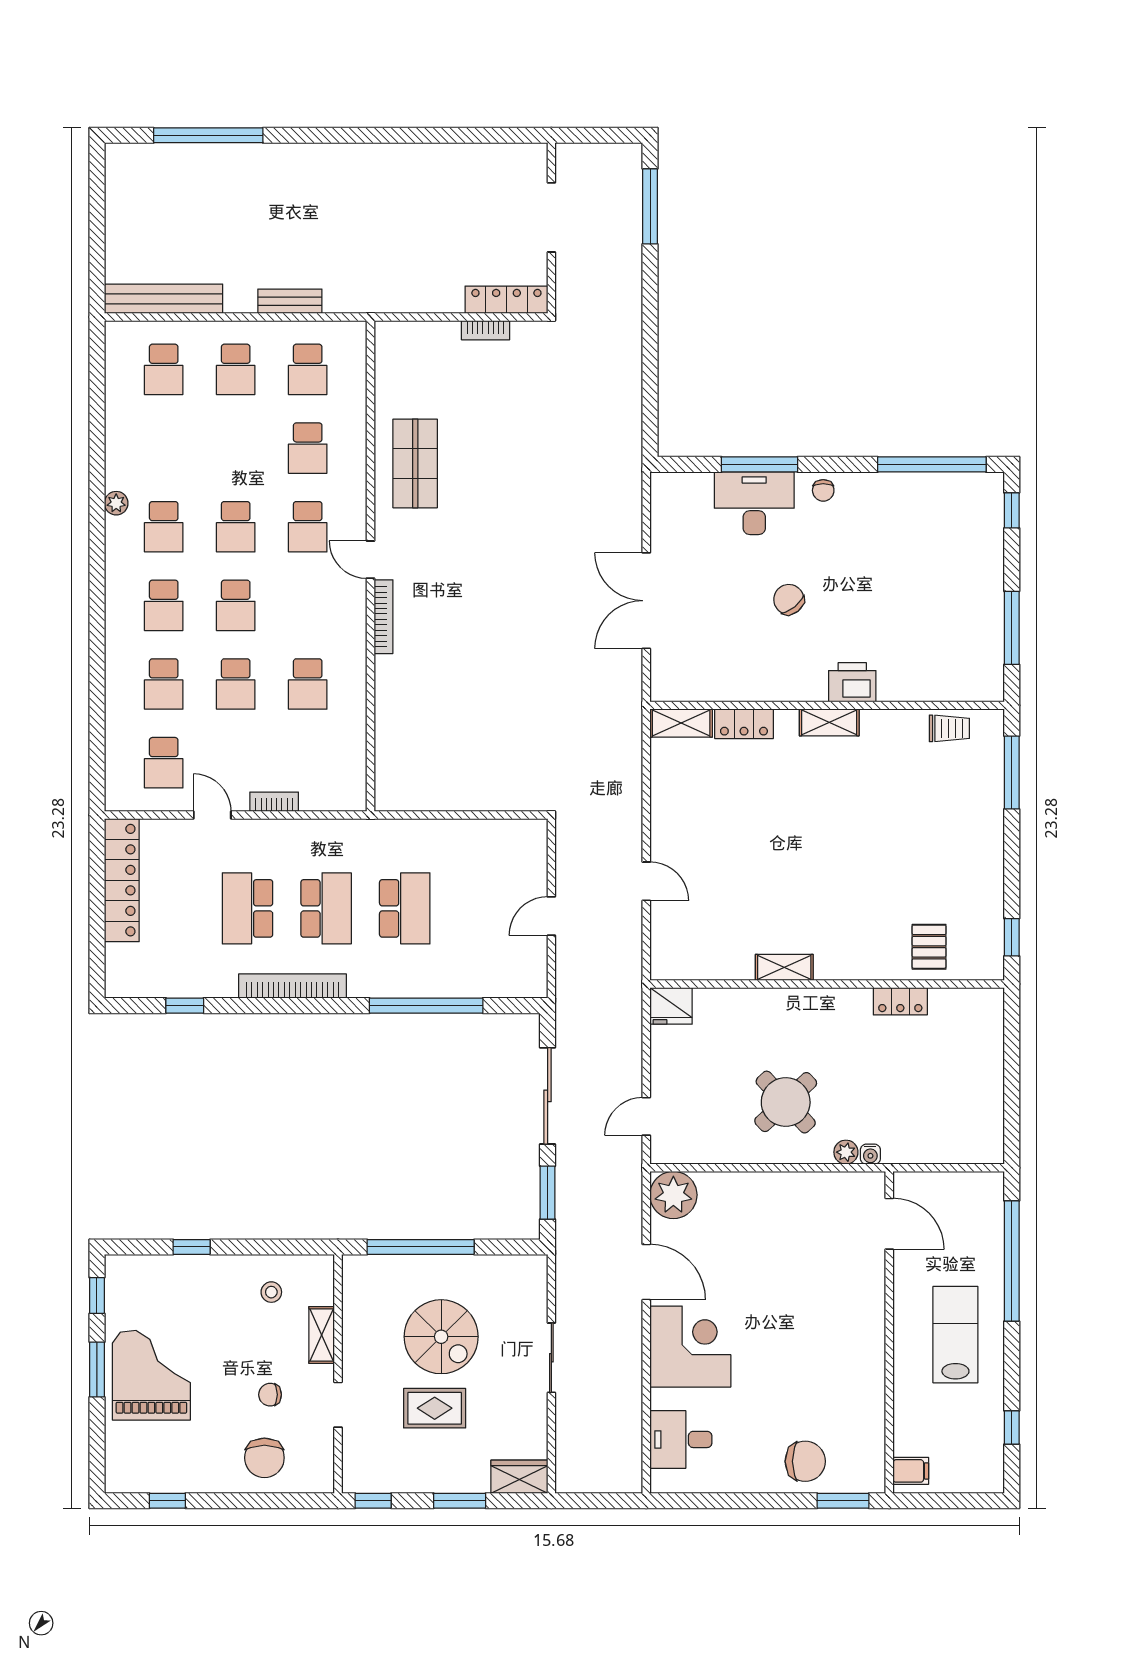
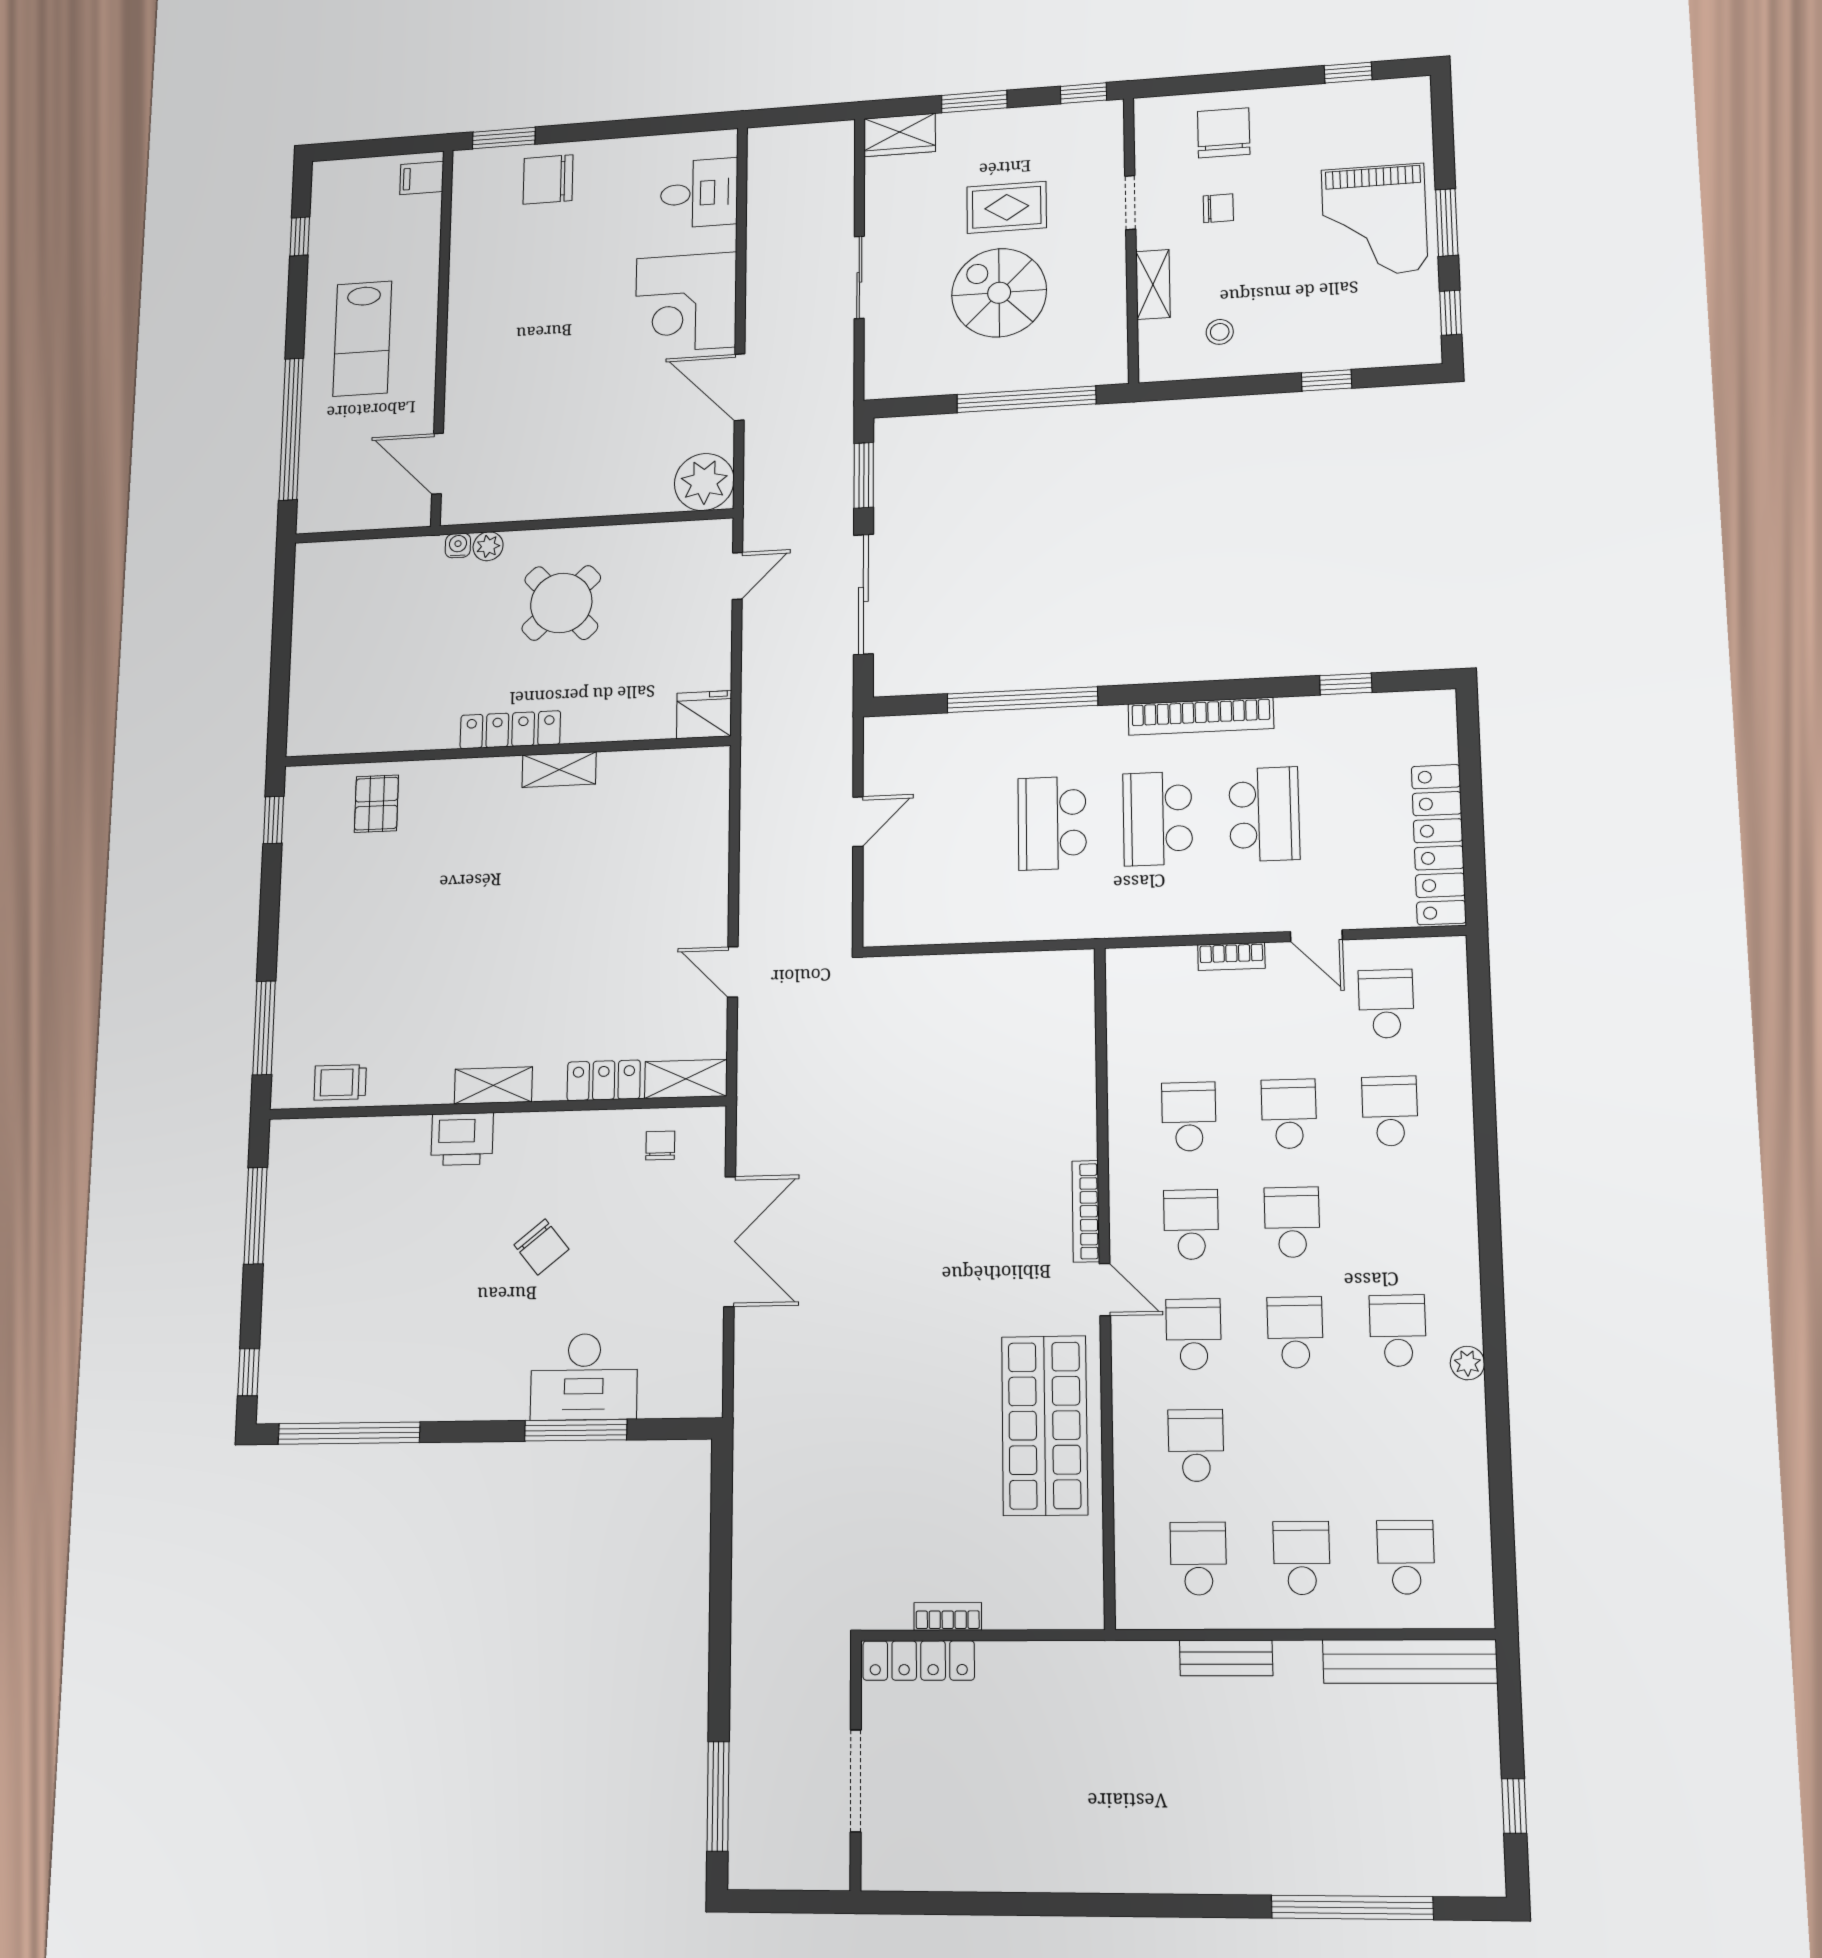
window: (97, 203) -> (1514, 1806), added
shop shelf: (415, 463) -> (1045, 1425), width x1.43, depth x1.36
chair: (823, 490) -> (660, 1145), moved
school desk: (164, 605) -> (1191, 1225), moved
door: (646, 881) -> (733, 972), moved
locker: (900, 1001) -> (510, 730), moved, width x1.53

